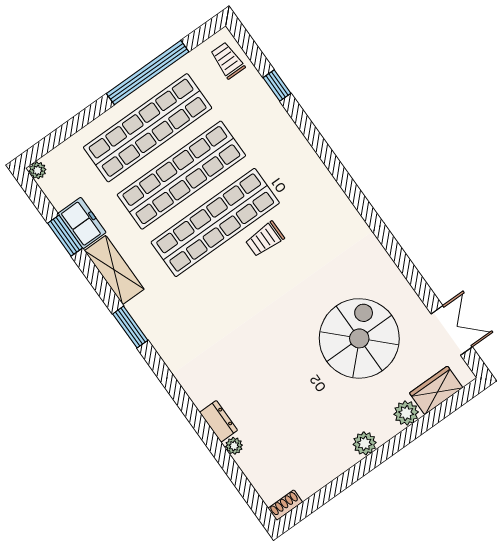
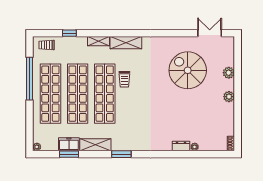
shelving: (299, 146) -> (98, 41), added
shelving: (331, 196) -> (126, 43), added
wardrobe: (436, 390) -> (228, 55), removed

